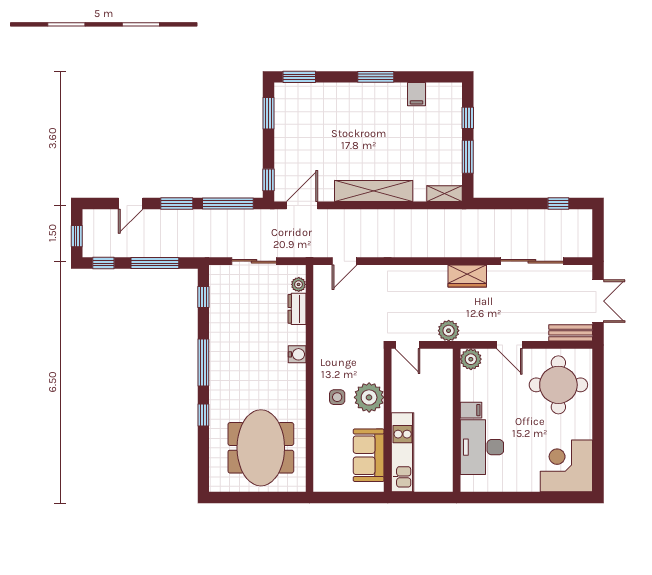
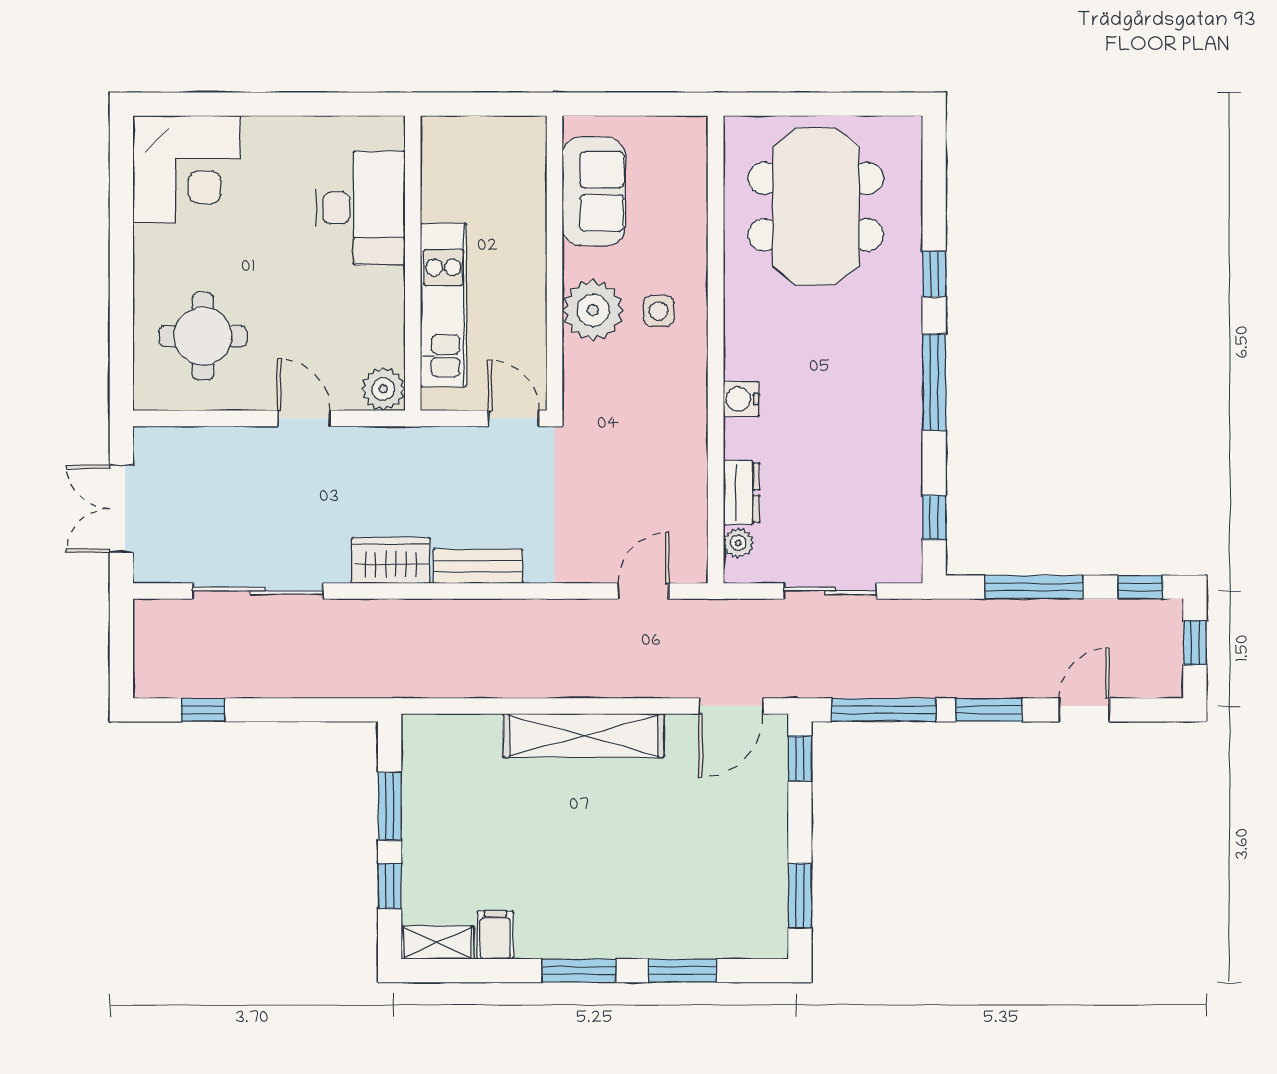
window: (299, 77) -> (683, 971), moved
shelving: (444, 194) -> (438, 943), moved
plant: (449, 331) -> (429, 448), removed
bench: (571, 333) -> (478, 566), moved
round table: (558, 385) -> (203, 336), width x0.73, depth x0.73
filing cabinet: (471, 410) -> (383, 284), removed
kitchen unit: (403, 452) -> (443, 305), moved, turned 180

